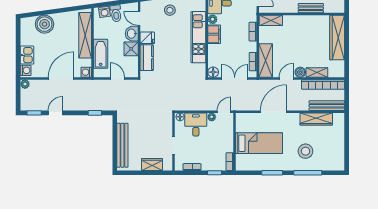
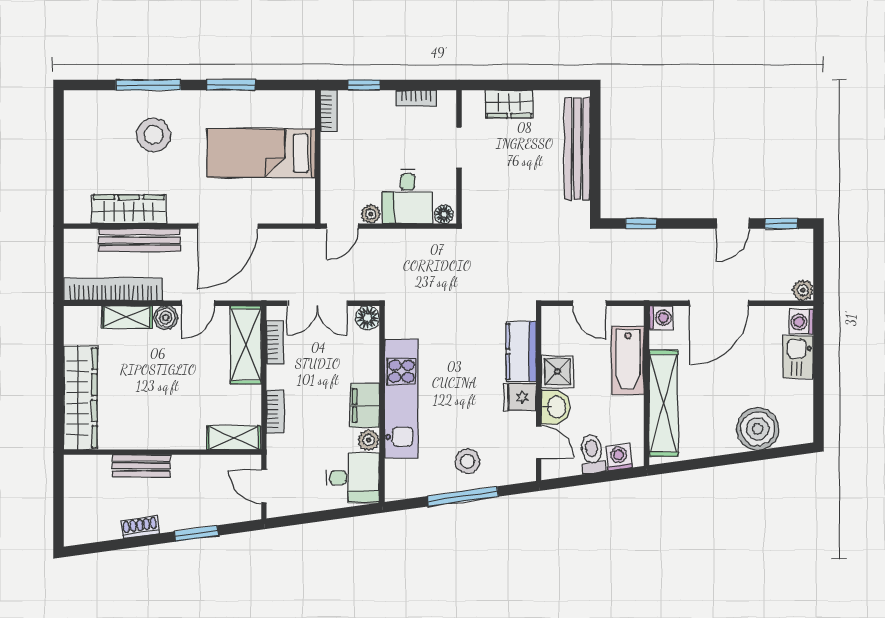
bench: (327, 106) -> (140, 240), moved

